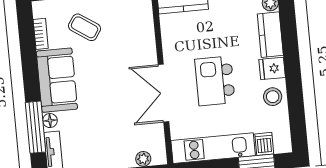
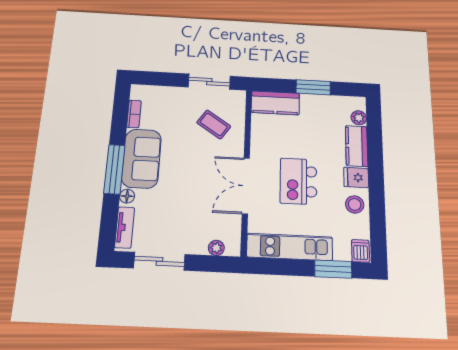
coffee table: (85, 27) -> (214, 124), moved
window: (36, 127) -> (114, 169), moved
dishwasher: (264, 144) -> (361, 251), moved

